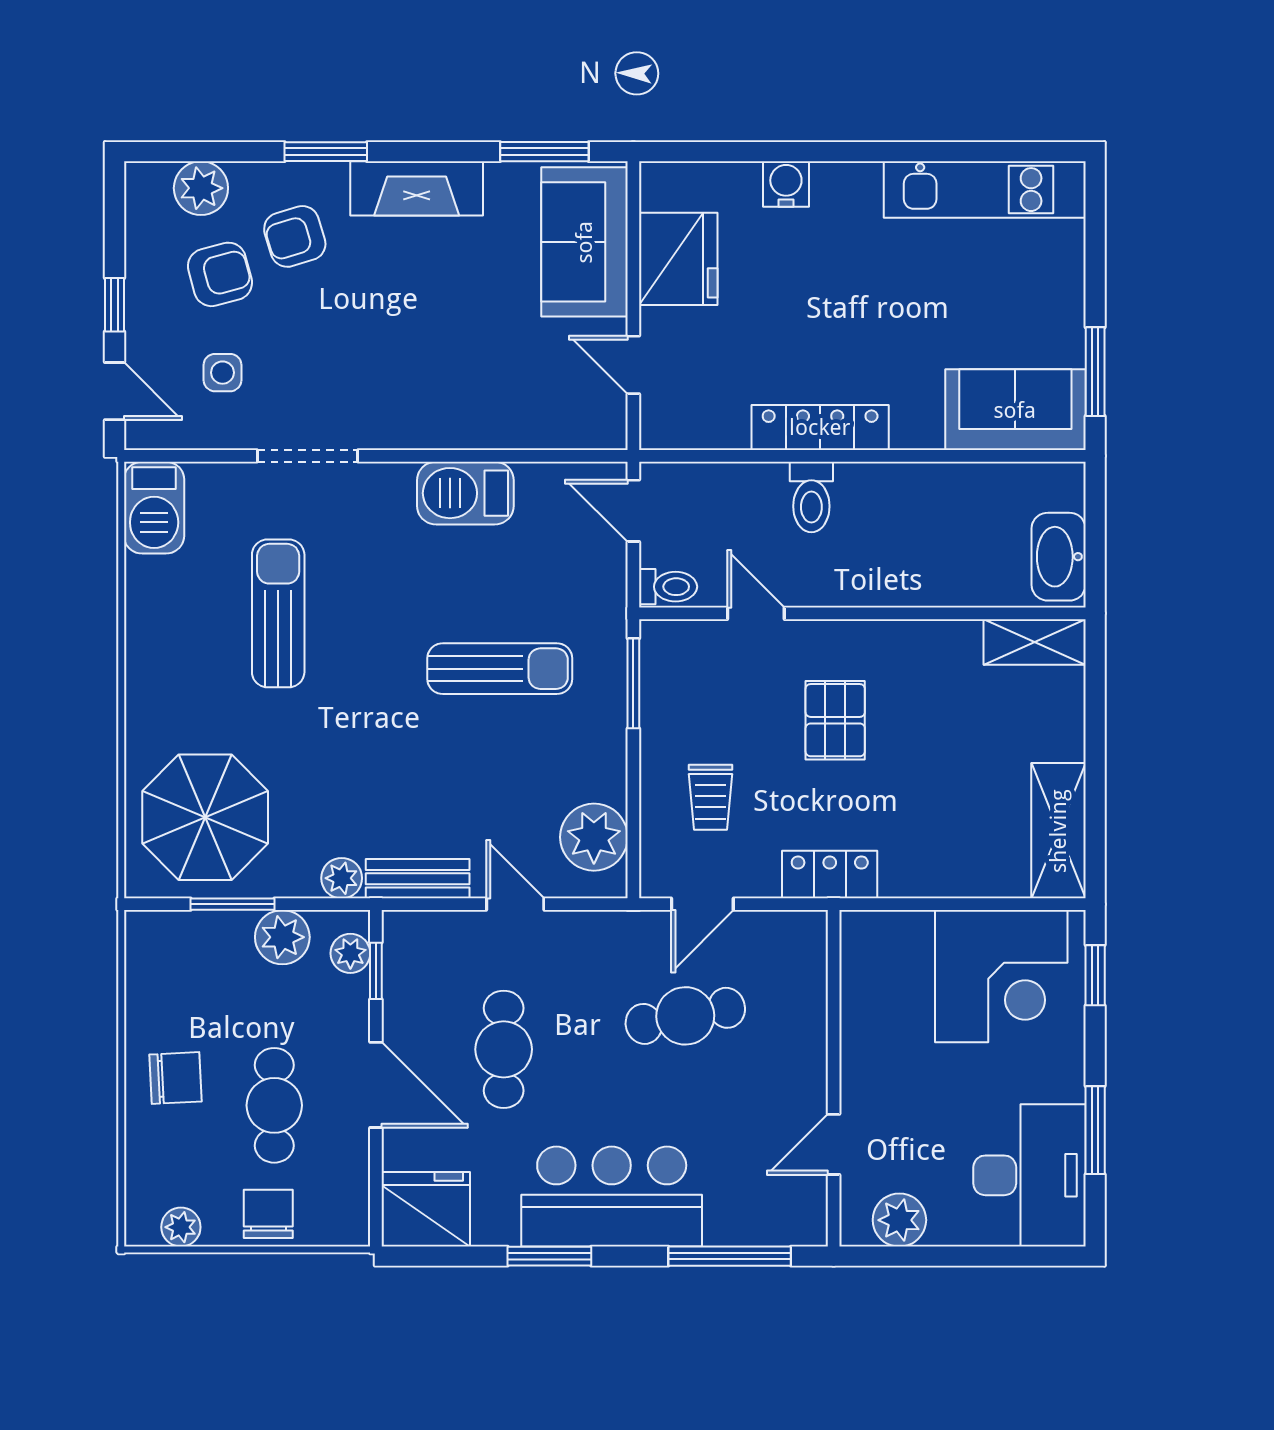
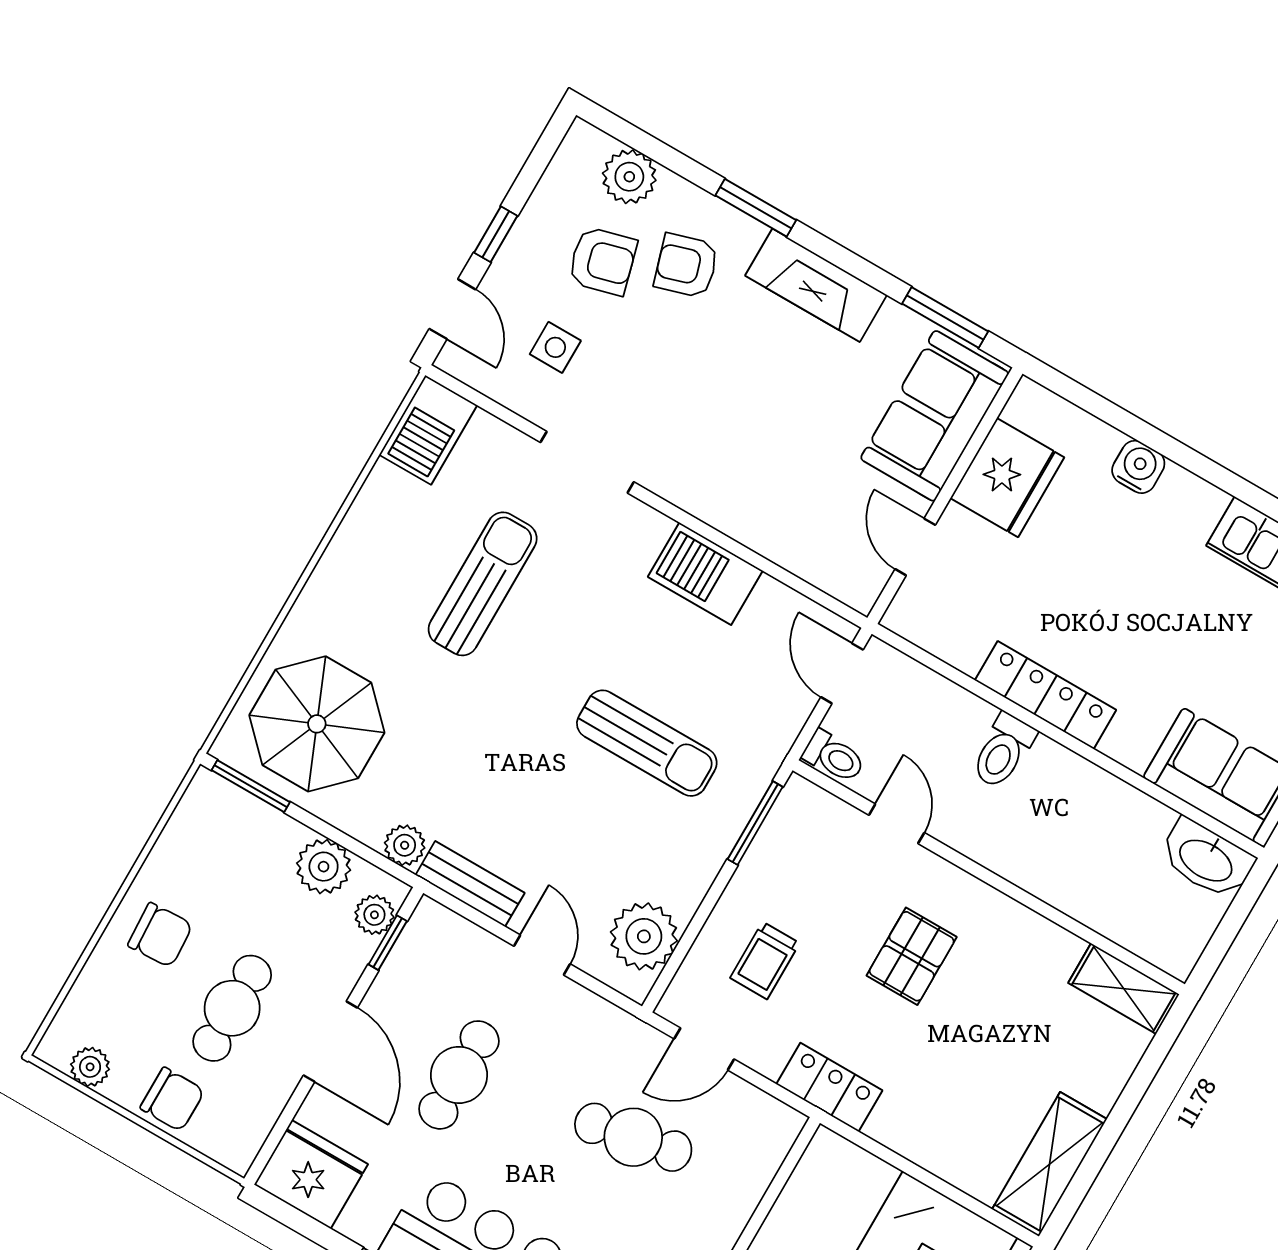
washbasin: (1059, 557) -> (1207, 859), moved, turned -90
window: (232, 904) -> (251, 786), moved
chair: (268, 1214) -> (172, 1099), turned 90

